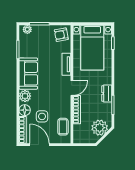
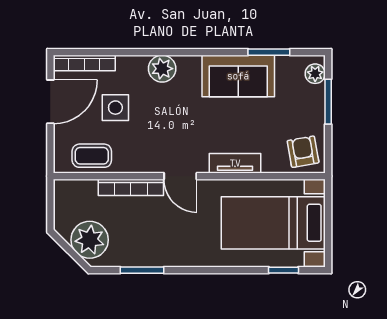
sofa: (28, 74) -> (238, 76), moved
dresser: (107, 94) -> (168, 256), removed
floor lamp: (25, 110) -> (130, 68), removed

